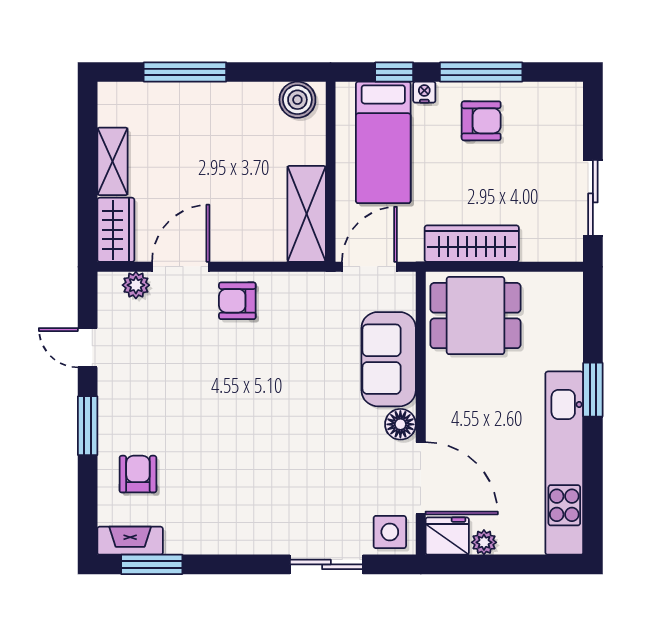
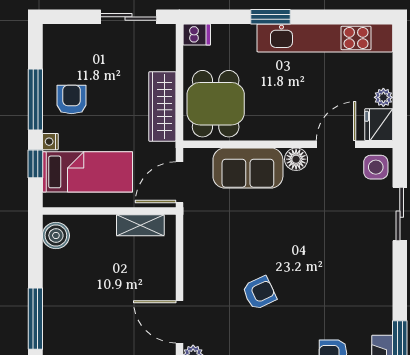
shelving: (307, 214) -> (140, 225), width x0.67, depth x0.75
door: (369, 267) -> (179, 182), hinge flipped
dishwasher: (569, 290) -> (197, 35), added
armchair: (237, 301) -> (259, 293), moved, turned -115
door: (421, 478) -> (336, 144), width x0.73

